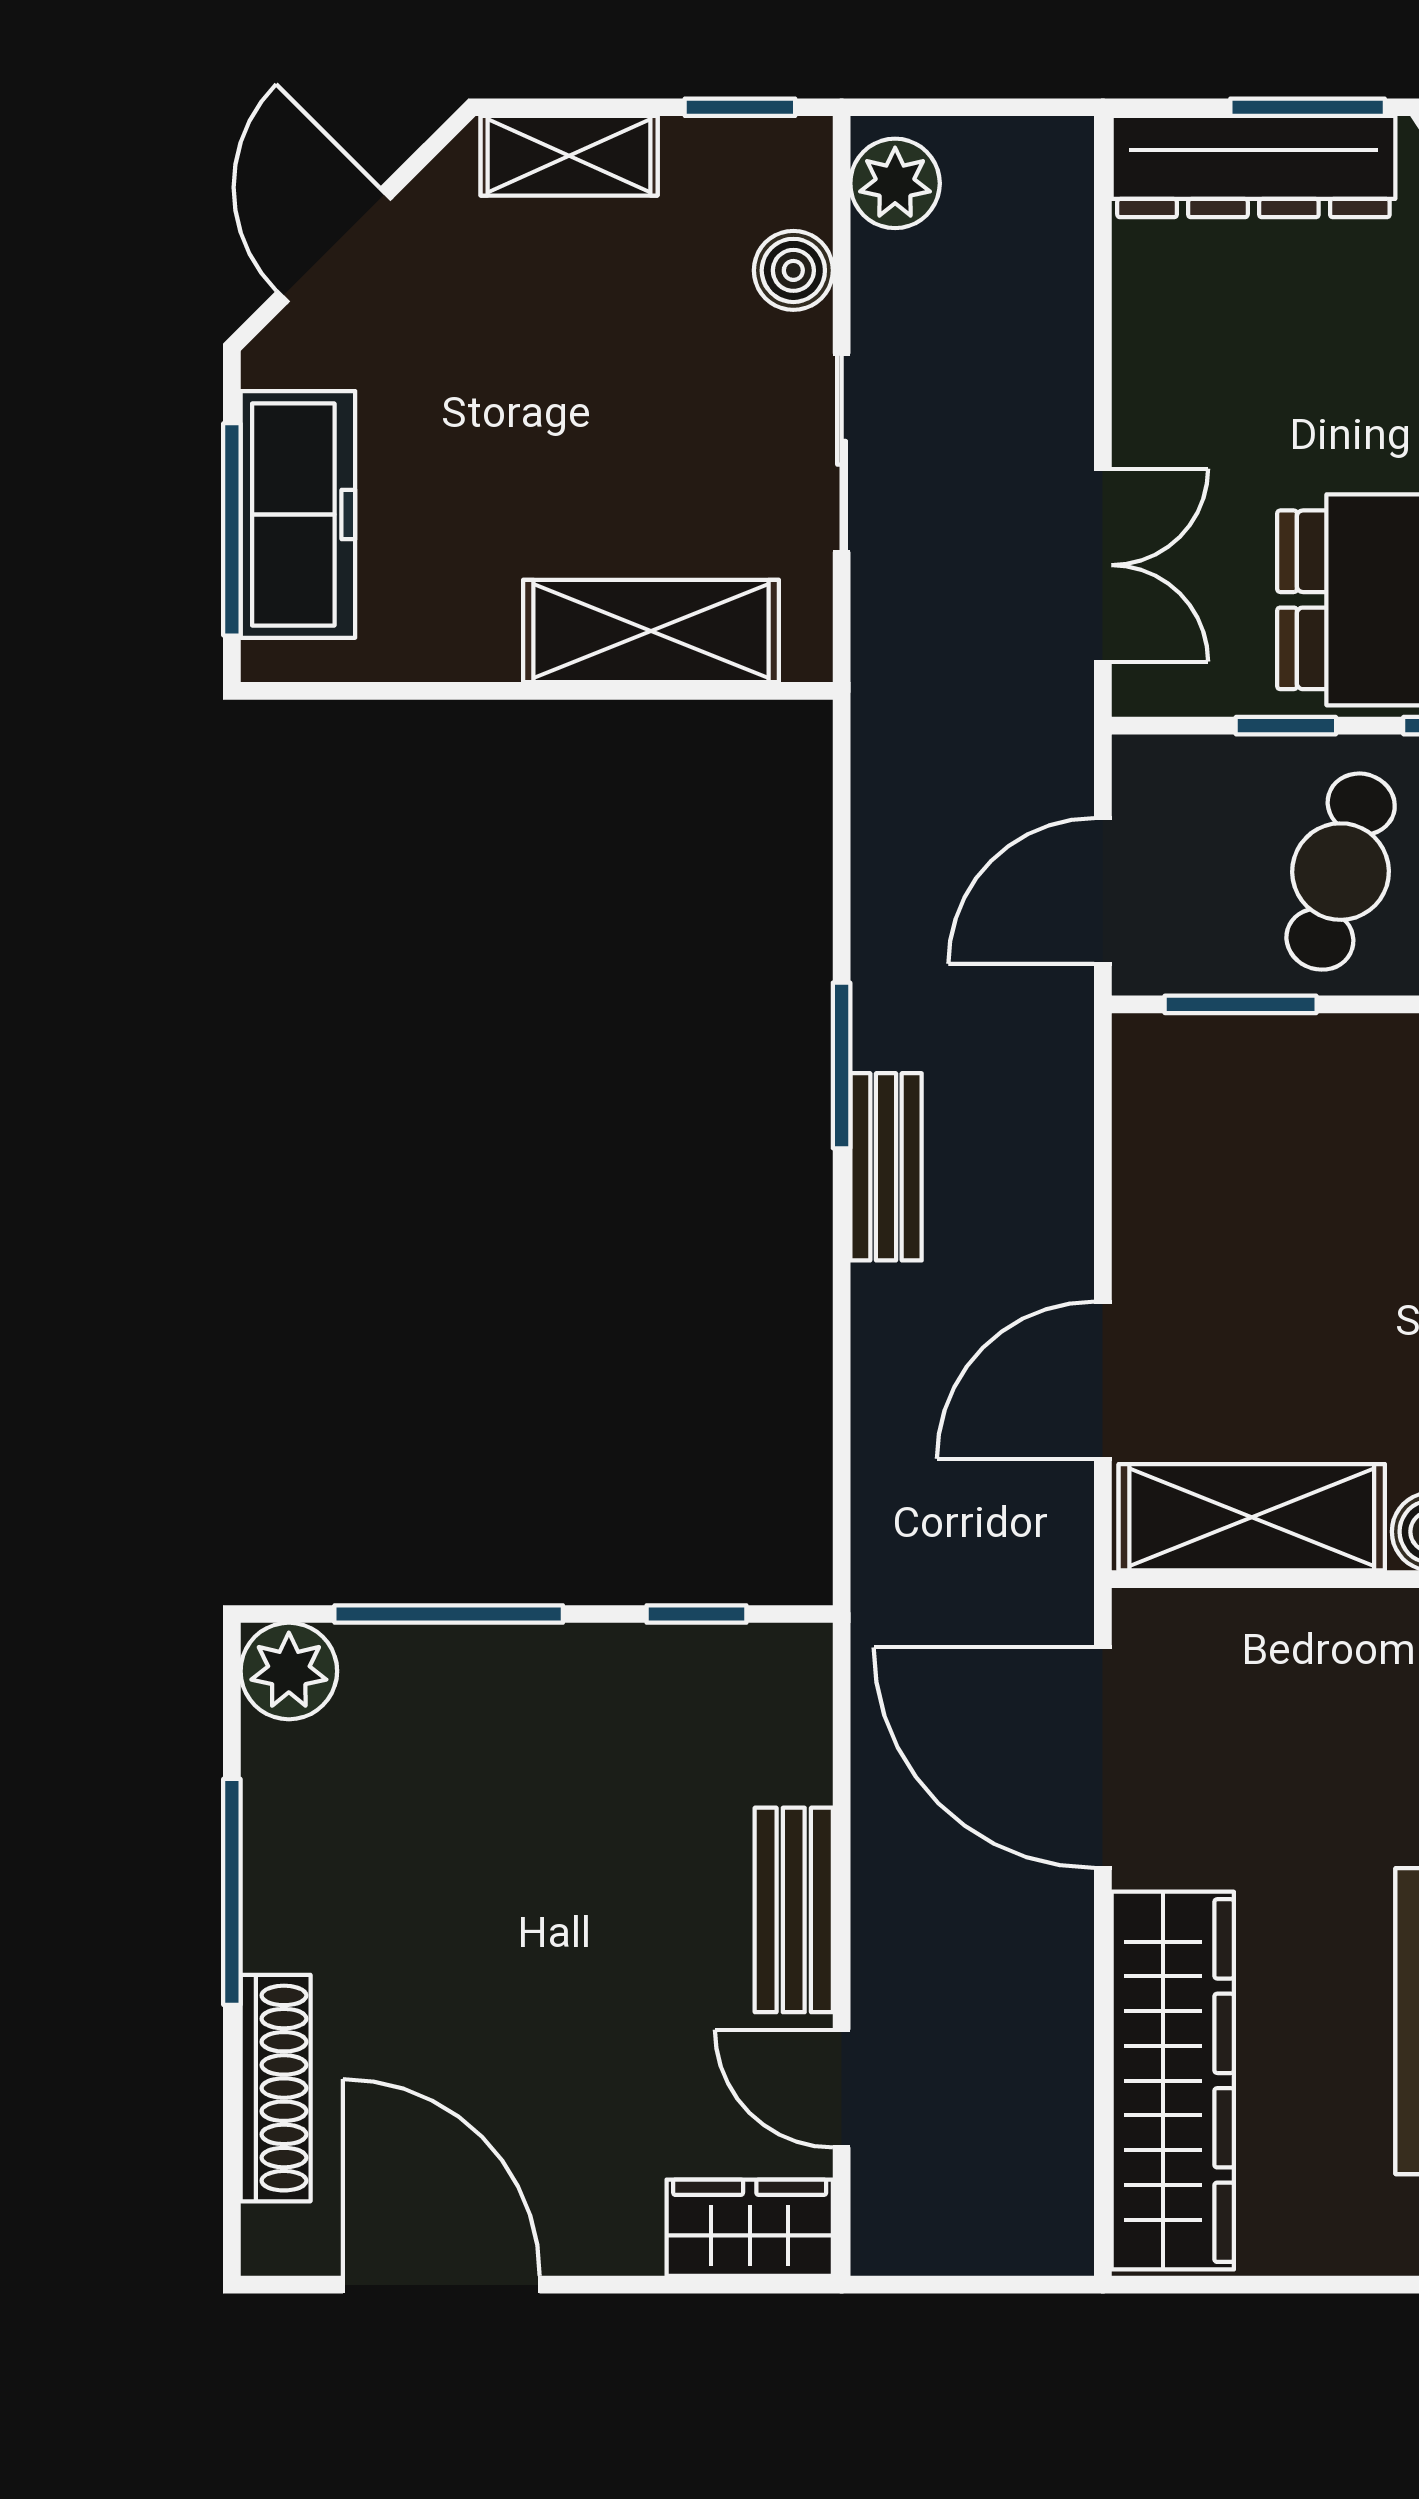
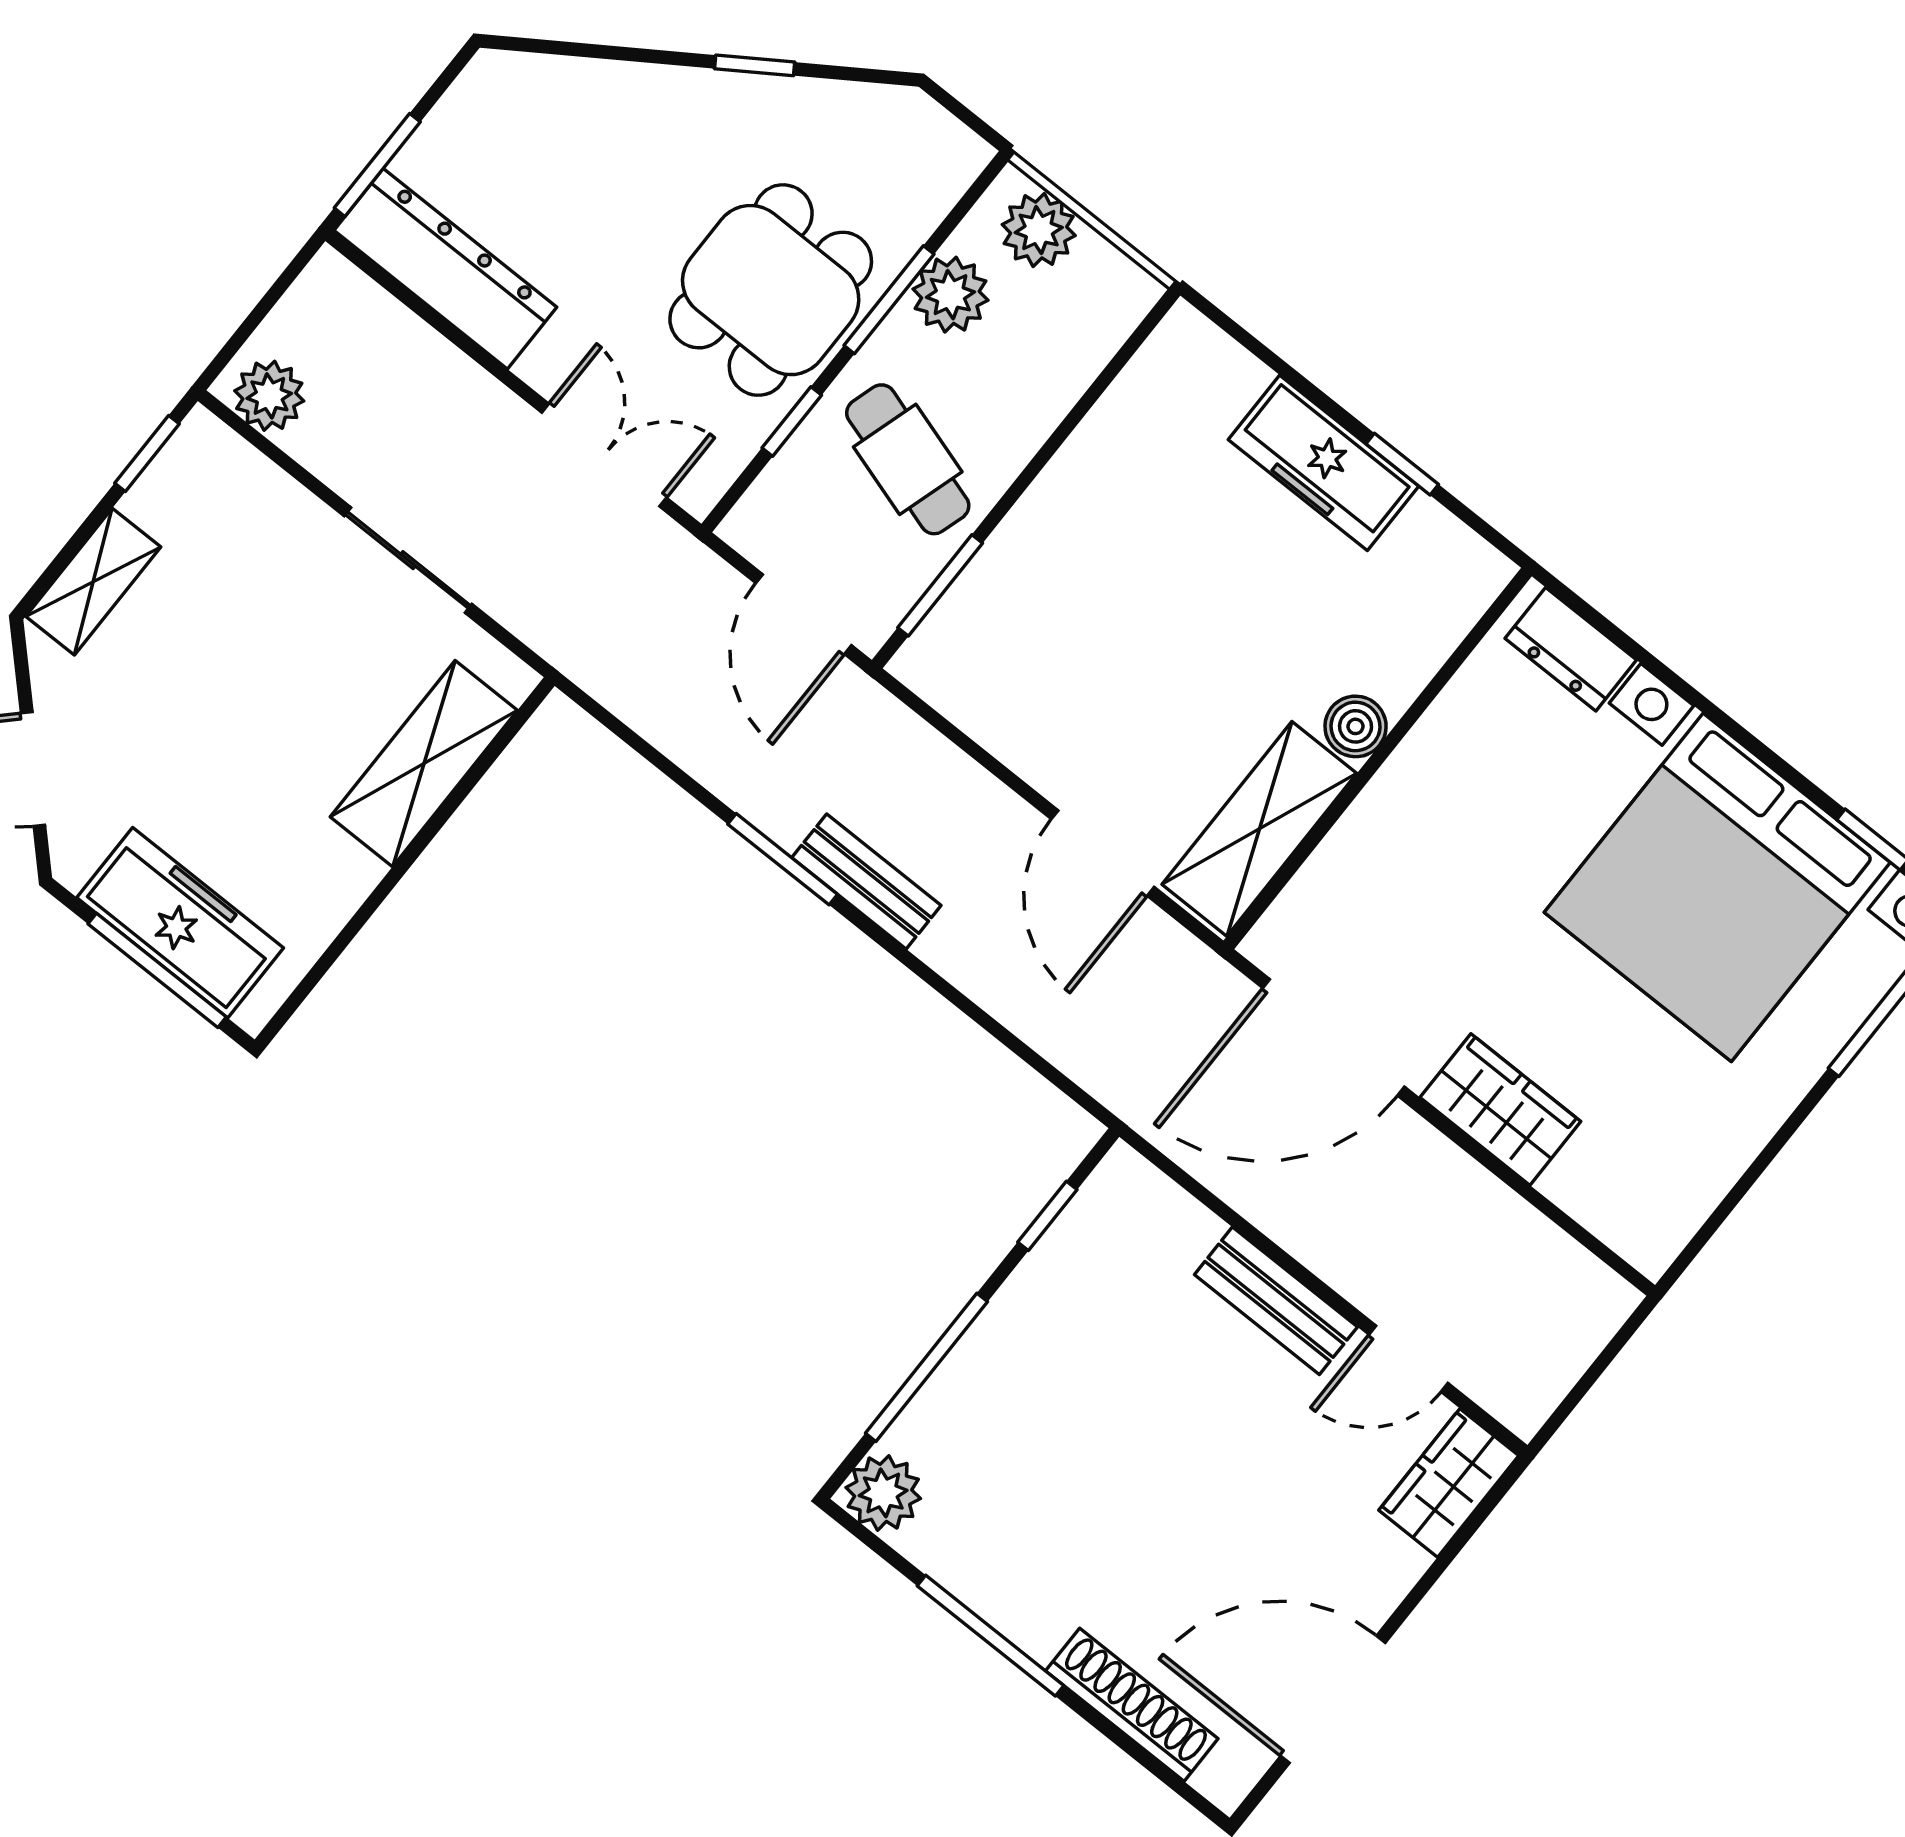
window: (1308, 107) -> (377, 165), moved
dresser: (1253, 167) -> (445, 269), moved, turned -90
boiler: (793, 270) -> (273, 500), removed
wardrobe: (1173, 2081) -> (1500, 1109), width x0.48, depth x0.85

